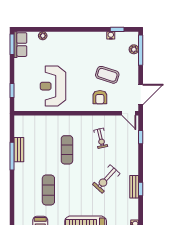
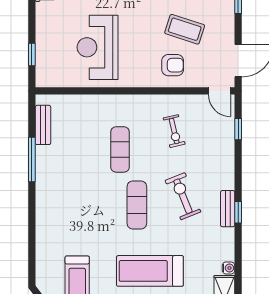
armchair: (100, 97) -> (173, 65), turned -90
bench: (19, 150) -> (43, 125), moved
exercise bike: (106, 179) -> (183, 196), turned 116
exercise mat: (48, 190) -> (137, 205), moved

